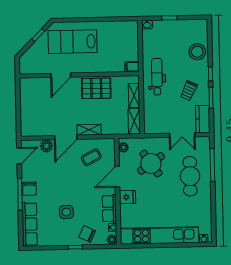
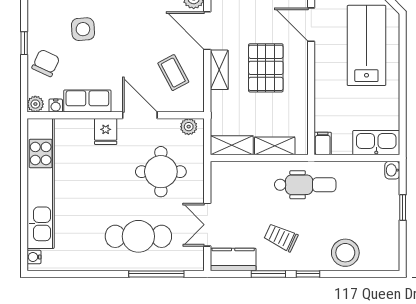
kitchen sink: (131, 35) -> (376, 143), added
pallet: (96, 88) -> (266, 68), moved
round table: (151, 163) -> (161, 172), turned 35

